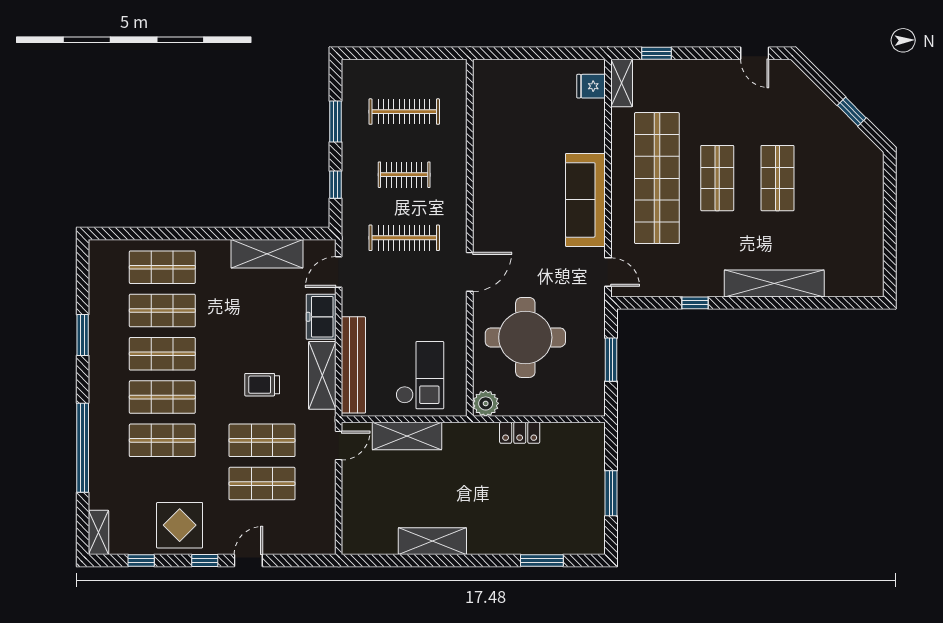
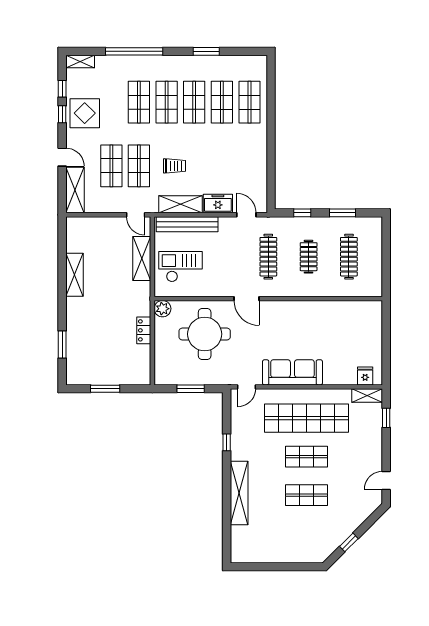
shelving: (267, 254) -> (75, 190), moved
checkout: (420, 375) -> (181, 267), turned 180
trolley: (262, 385) -> (175, 166), turned 90
window: (205, 561) -> (62, 114), moved

